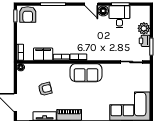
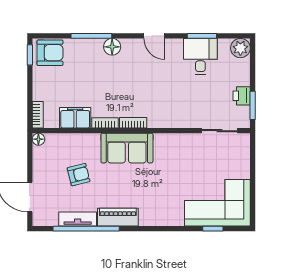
floor lamp: (103, 11) -> (112, 47), moved
armchair: (28, 14) -> (50, 53), turned -90
plant: (144, 28) -> (240, 48), moved
sofa: (86, 73) -> (127, 148), moved

